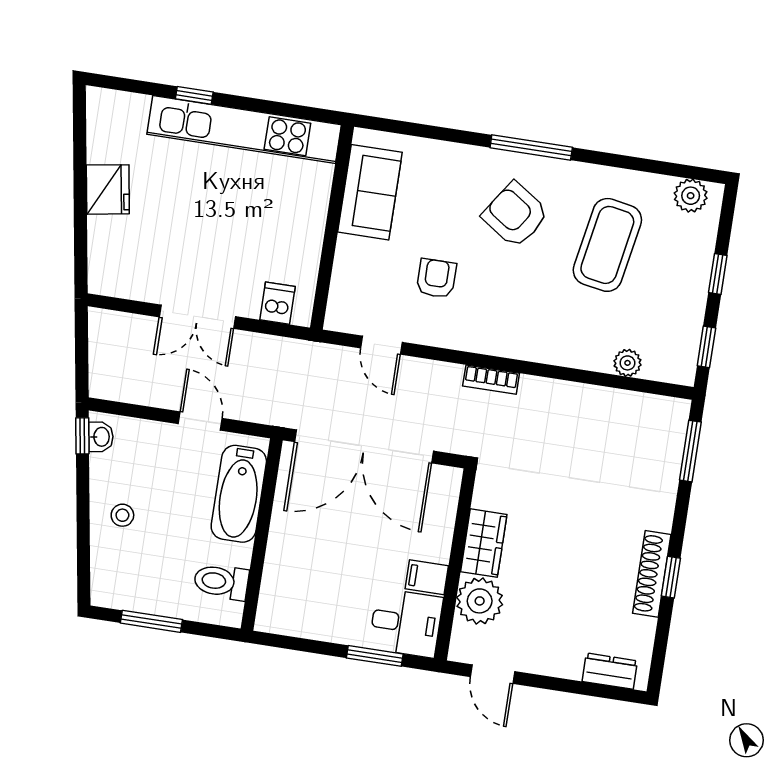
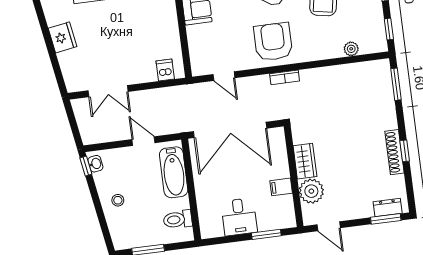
armchair: (436, 278) -> (273, 42), moved, width x1.88, depth x1.88
double door: (197, 317) -> (108, 91), moved
desk: (406, 623) -> (239, 217), moved, turned 90
window: (600, 691) -> (386, 219), added

